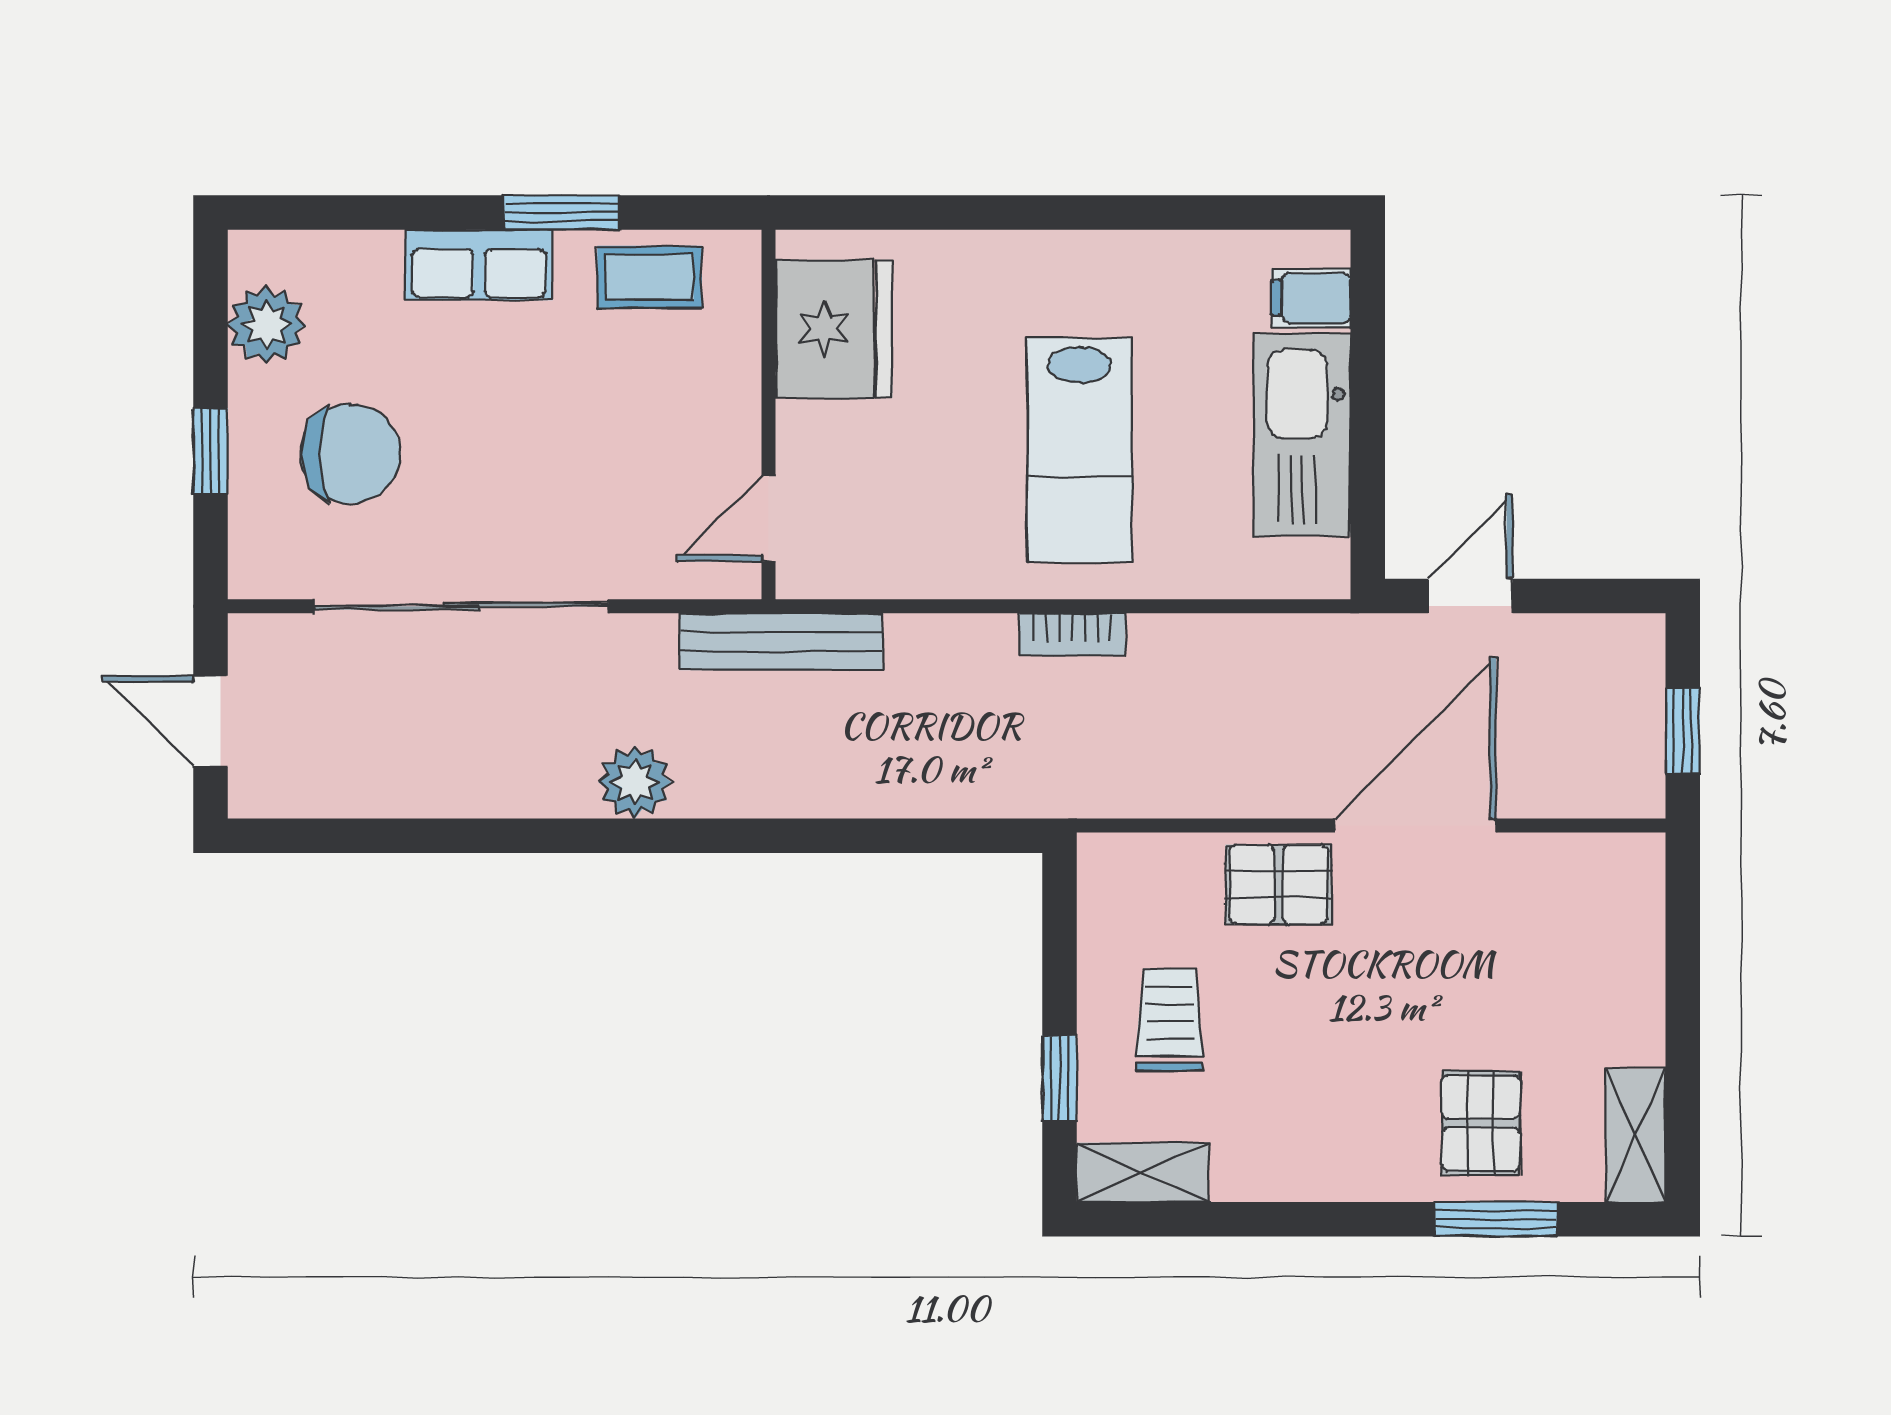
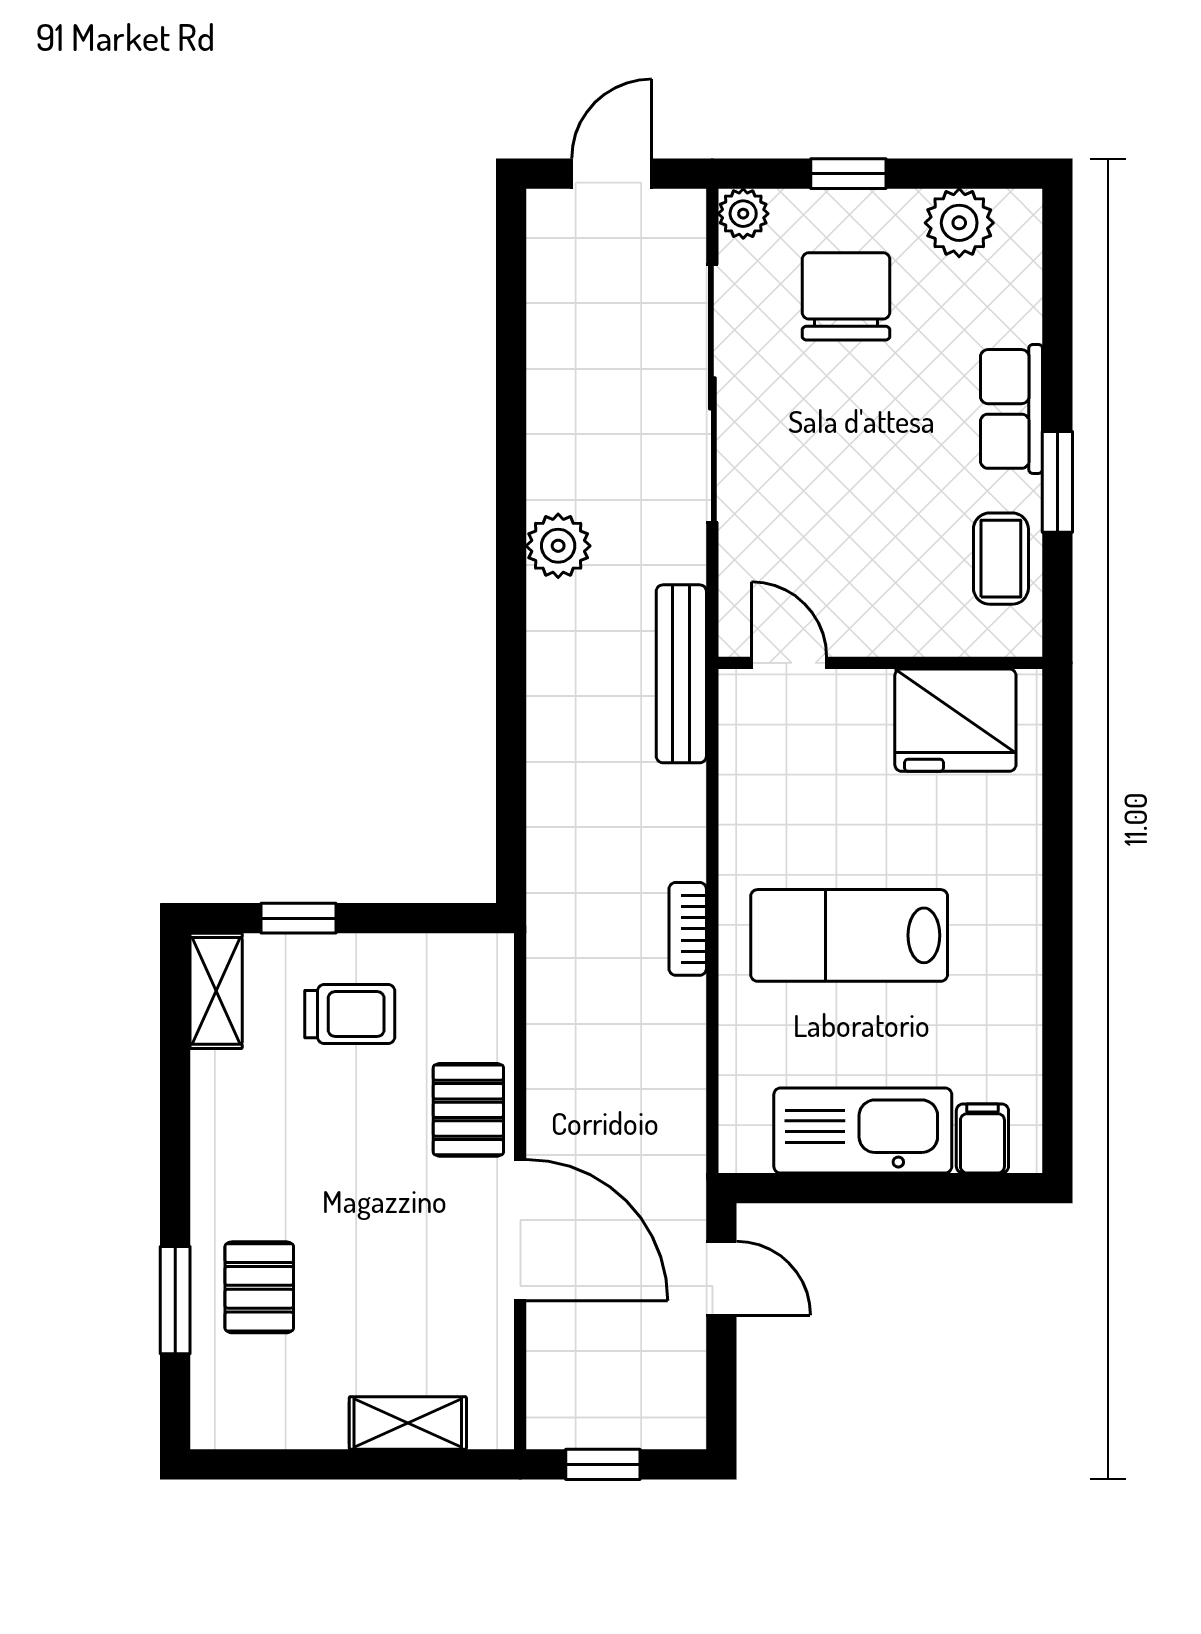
chair: (350, 454) -> (846, 296), turned 180
plant: (256, 571) -> (743, 214), added
pallet: (1481, 1123) -> (259, 1287), turned 90
shelving: (1636, 1135) -> (408, 1423), moved

